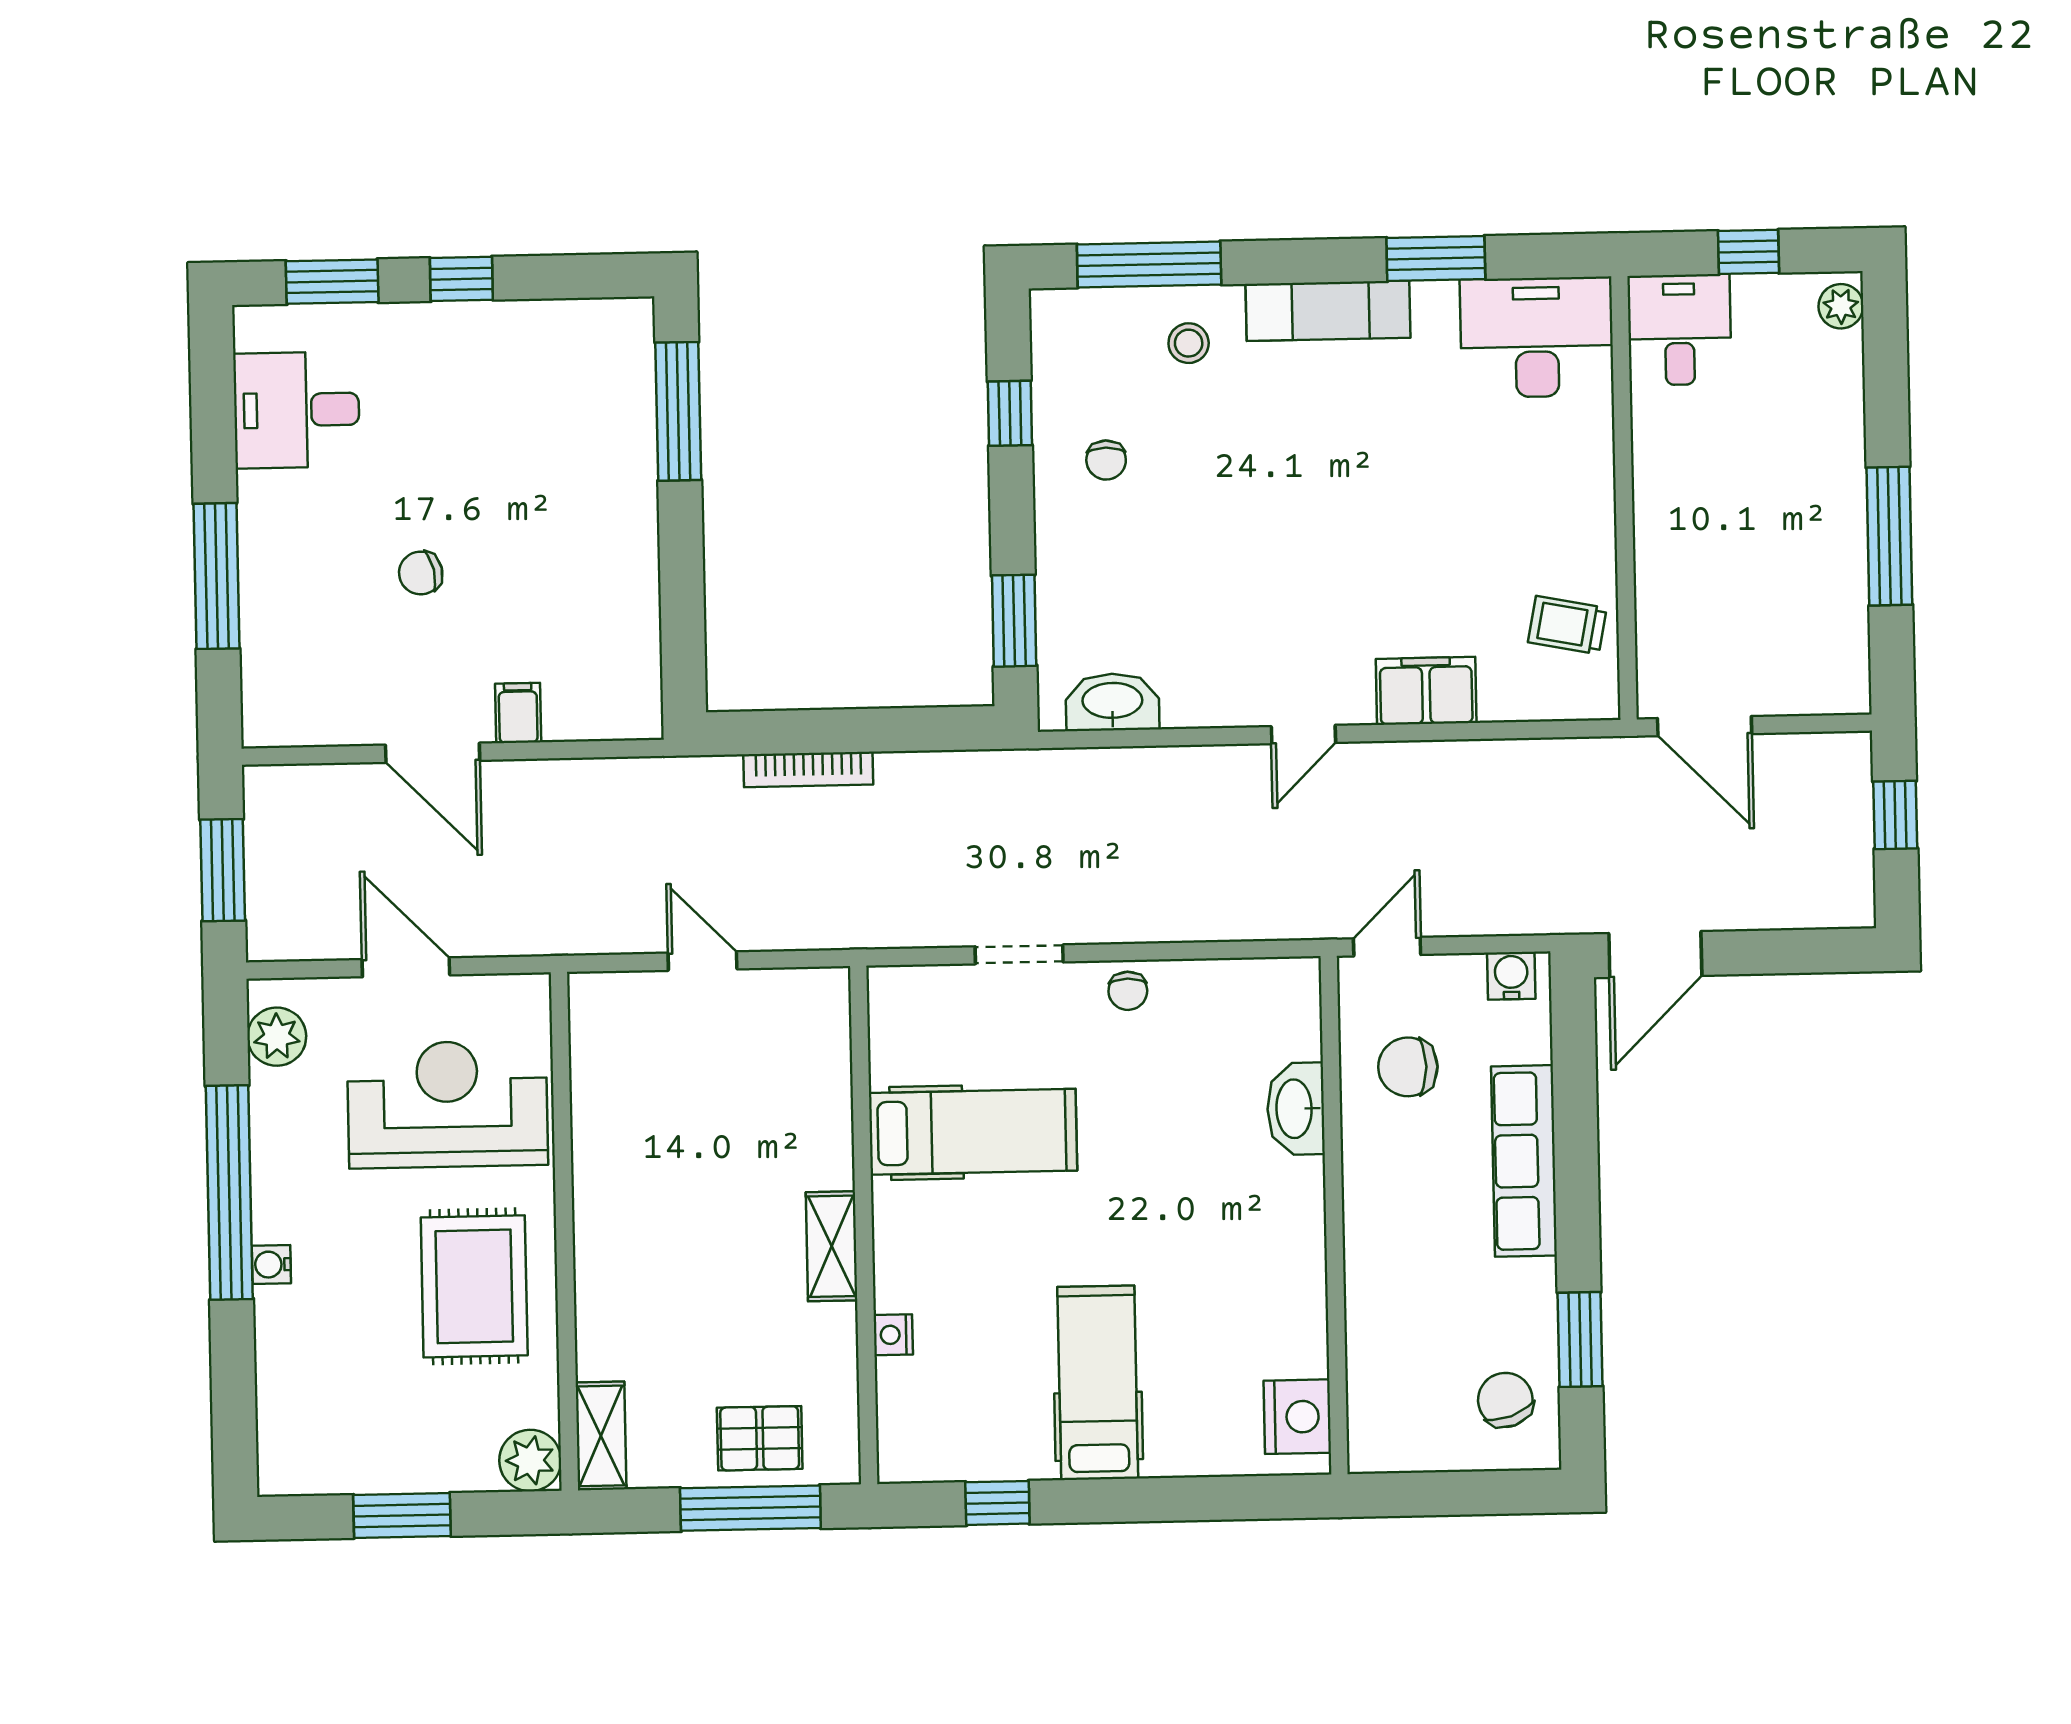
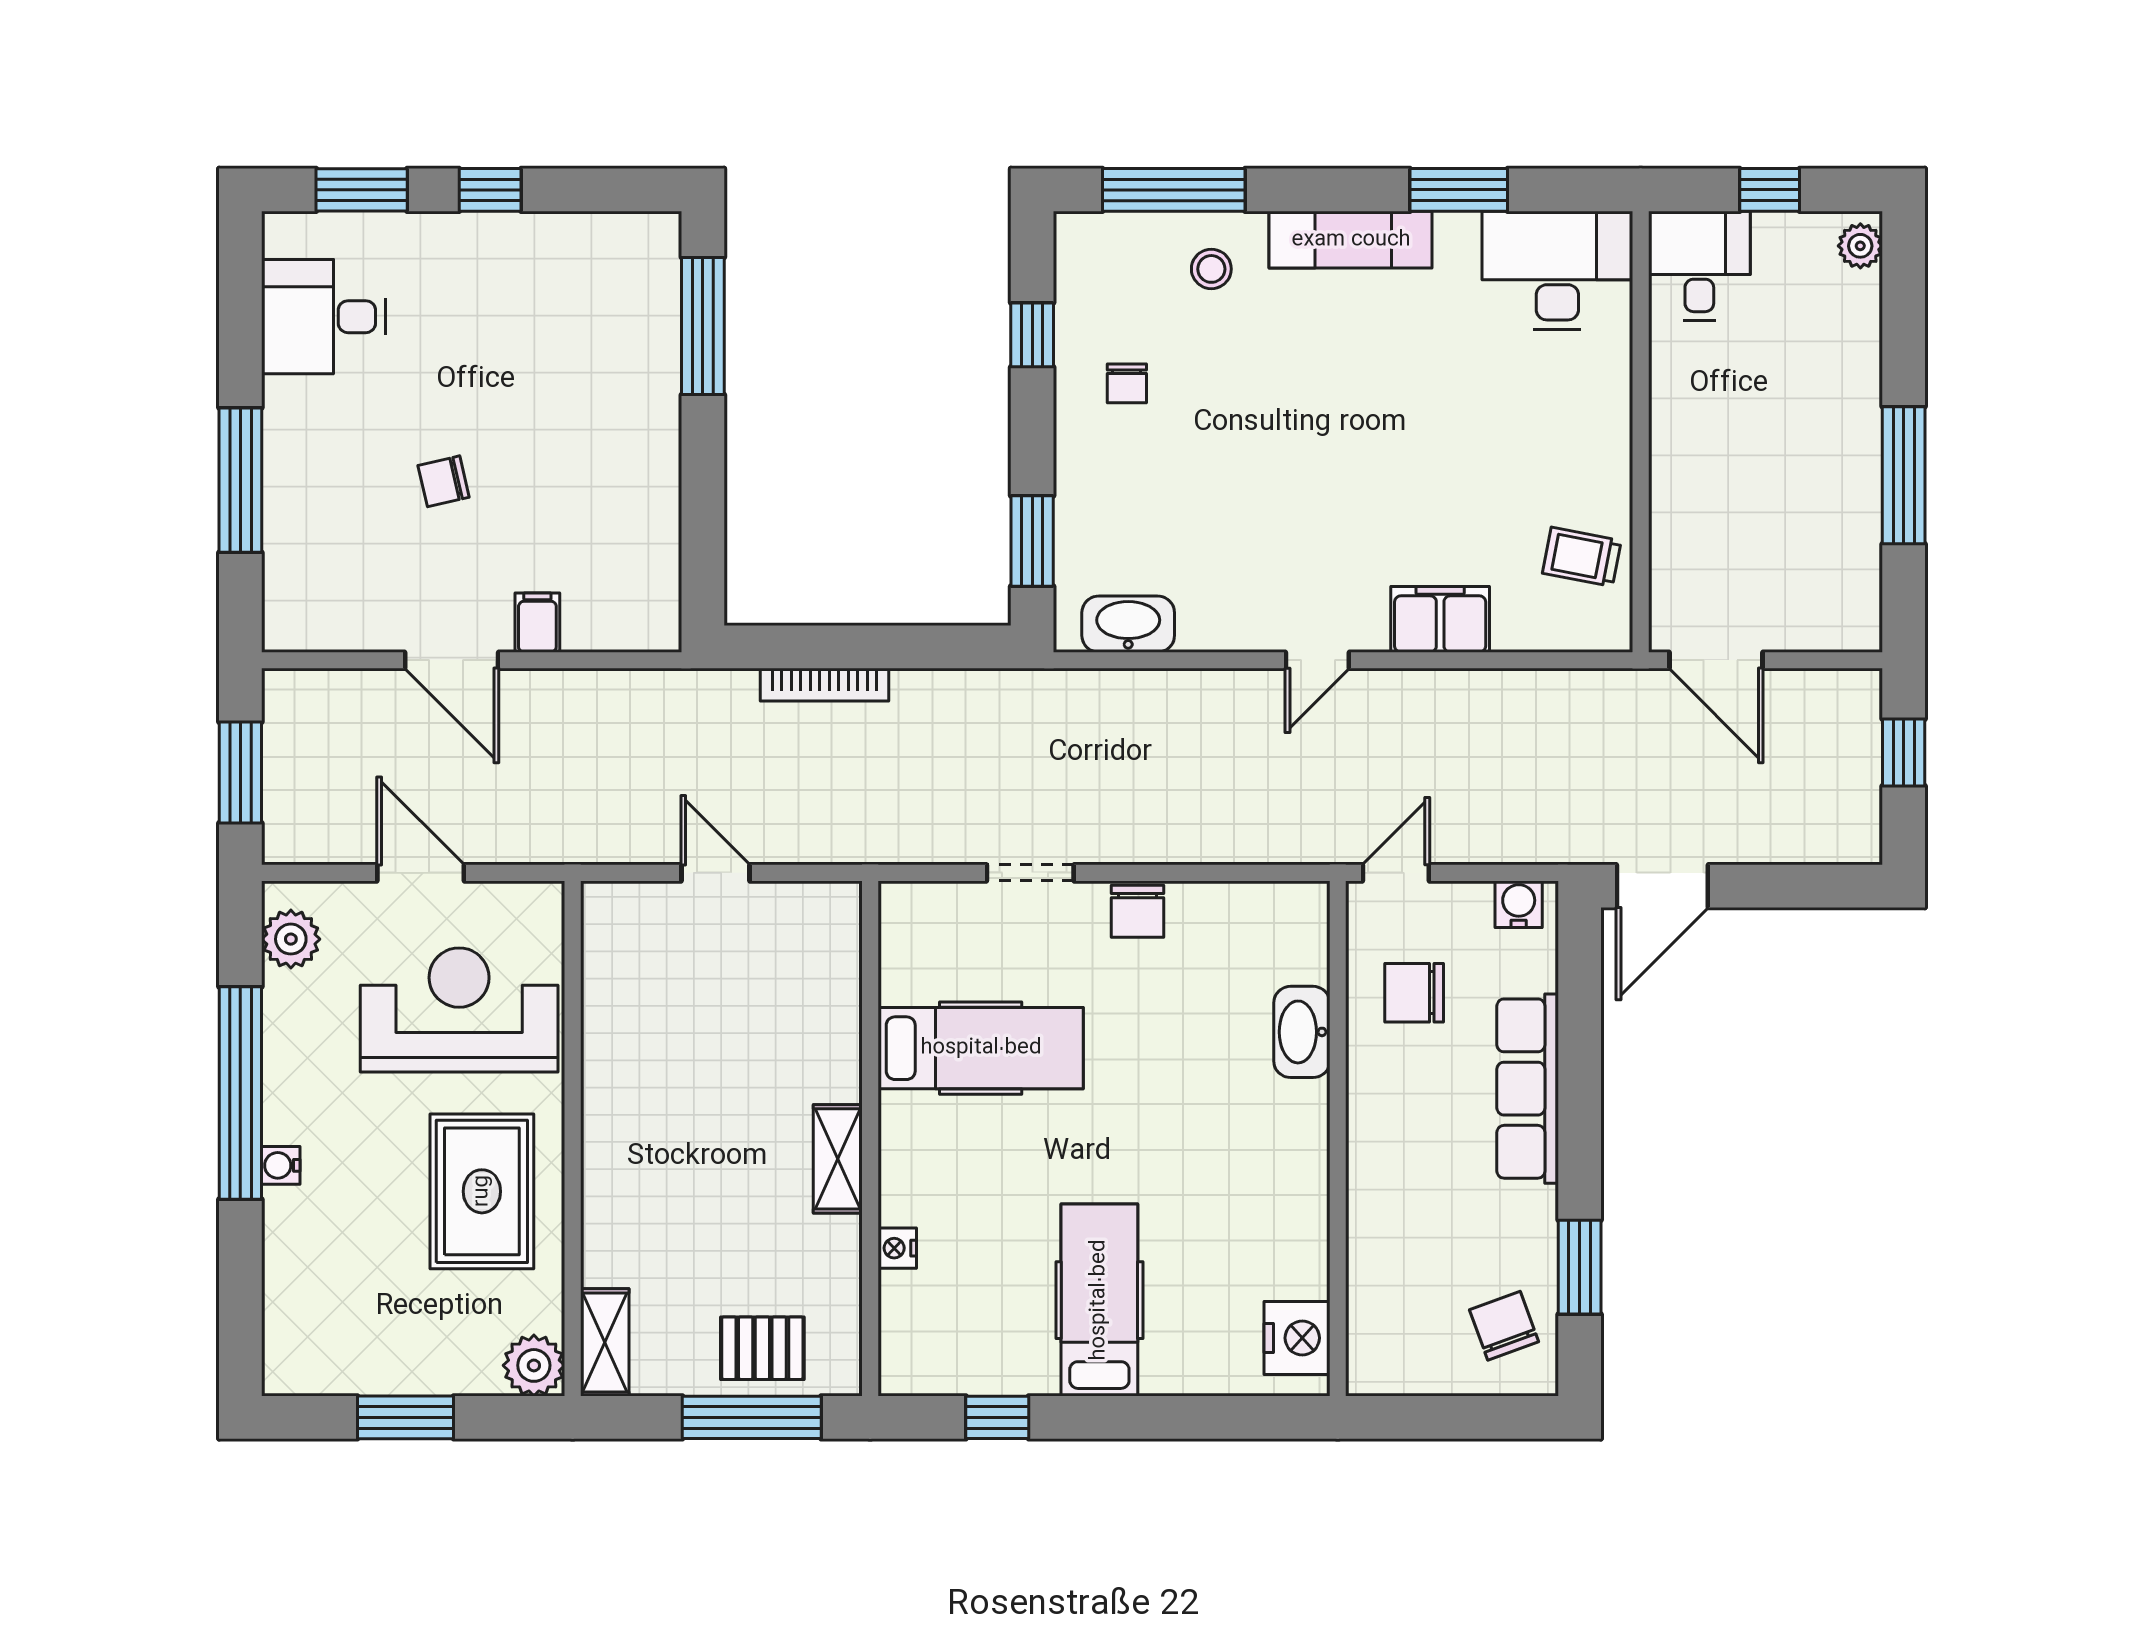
chair: (1128, 991) -> (1137, 911), width x1.37, depth x1.37

